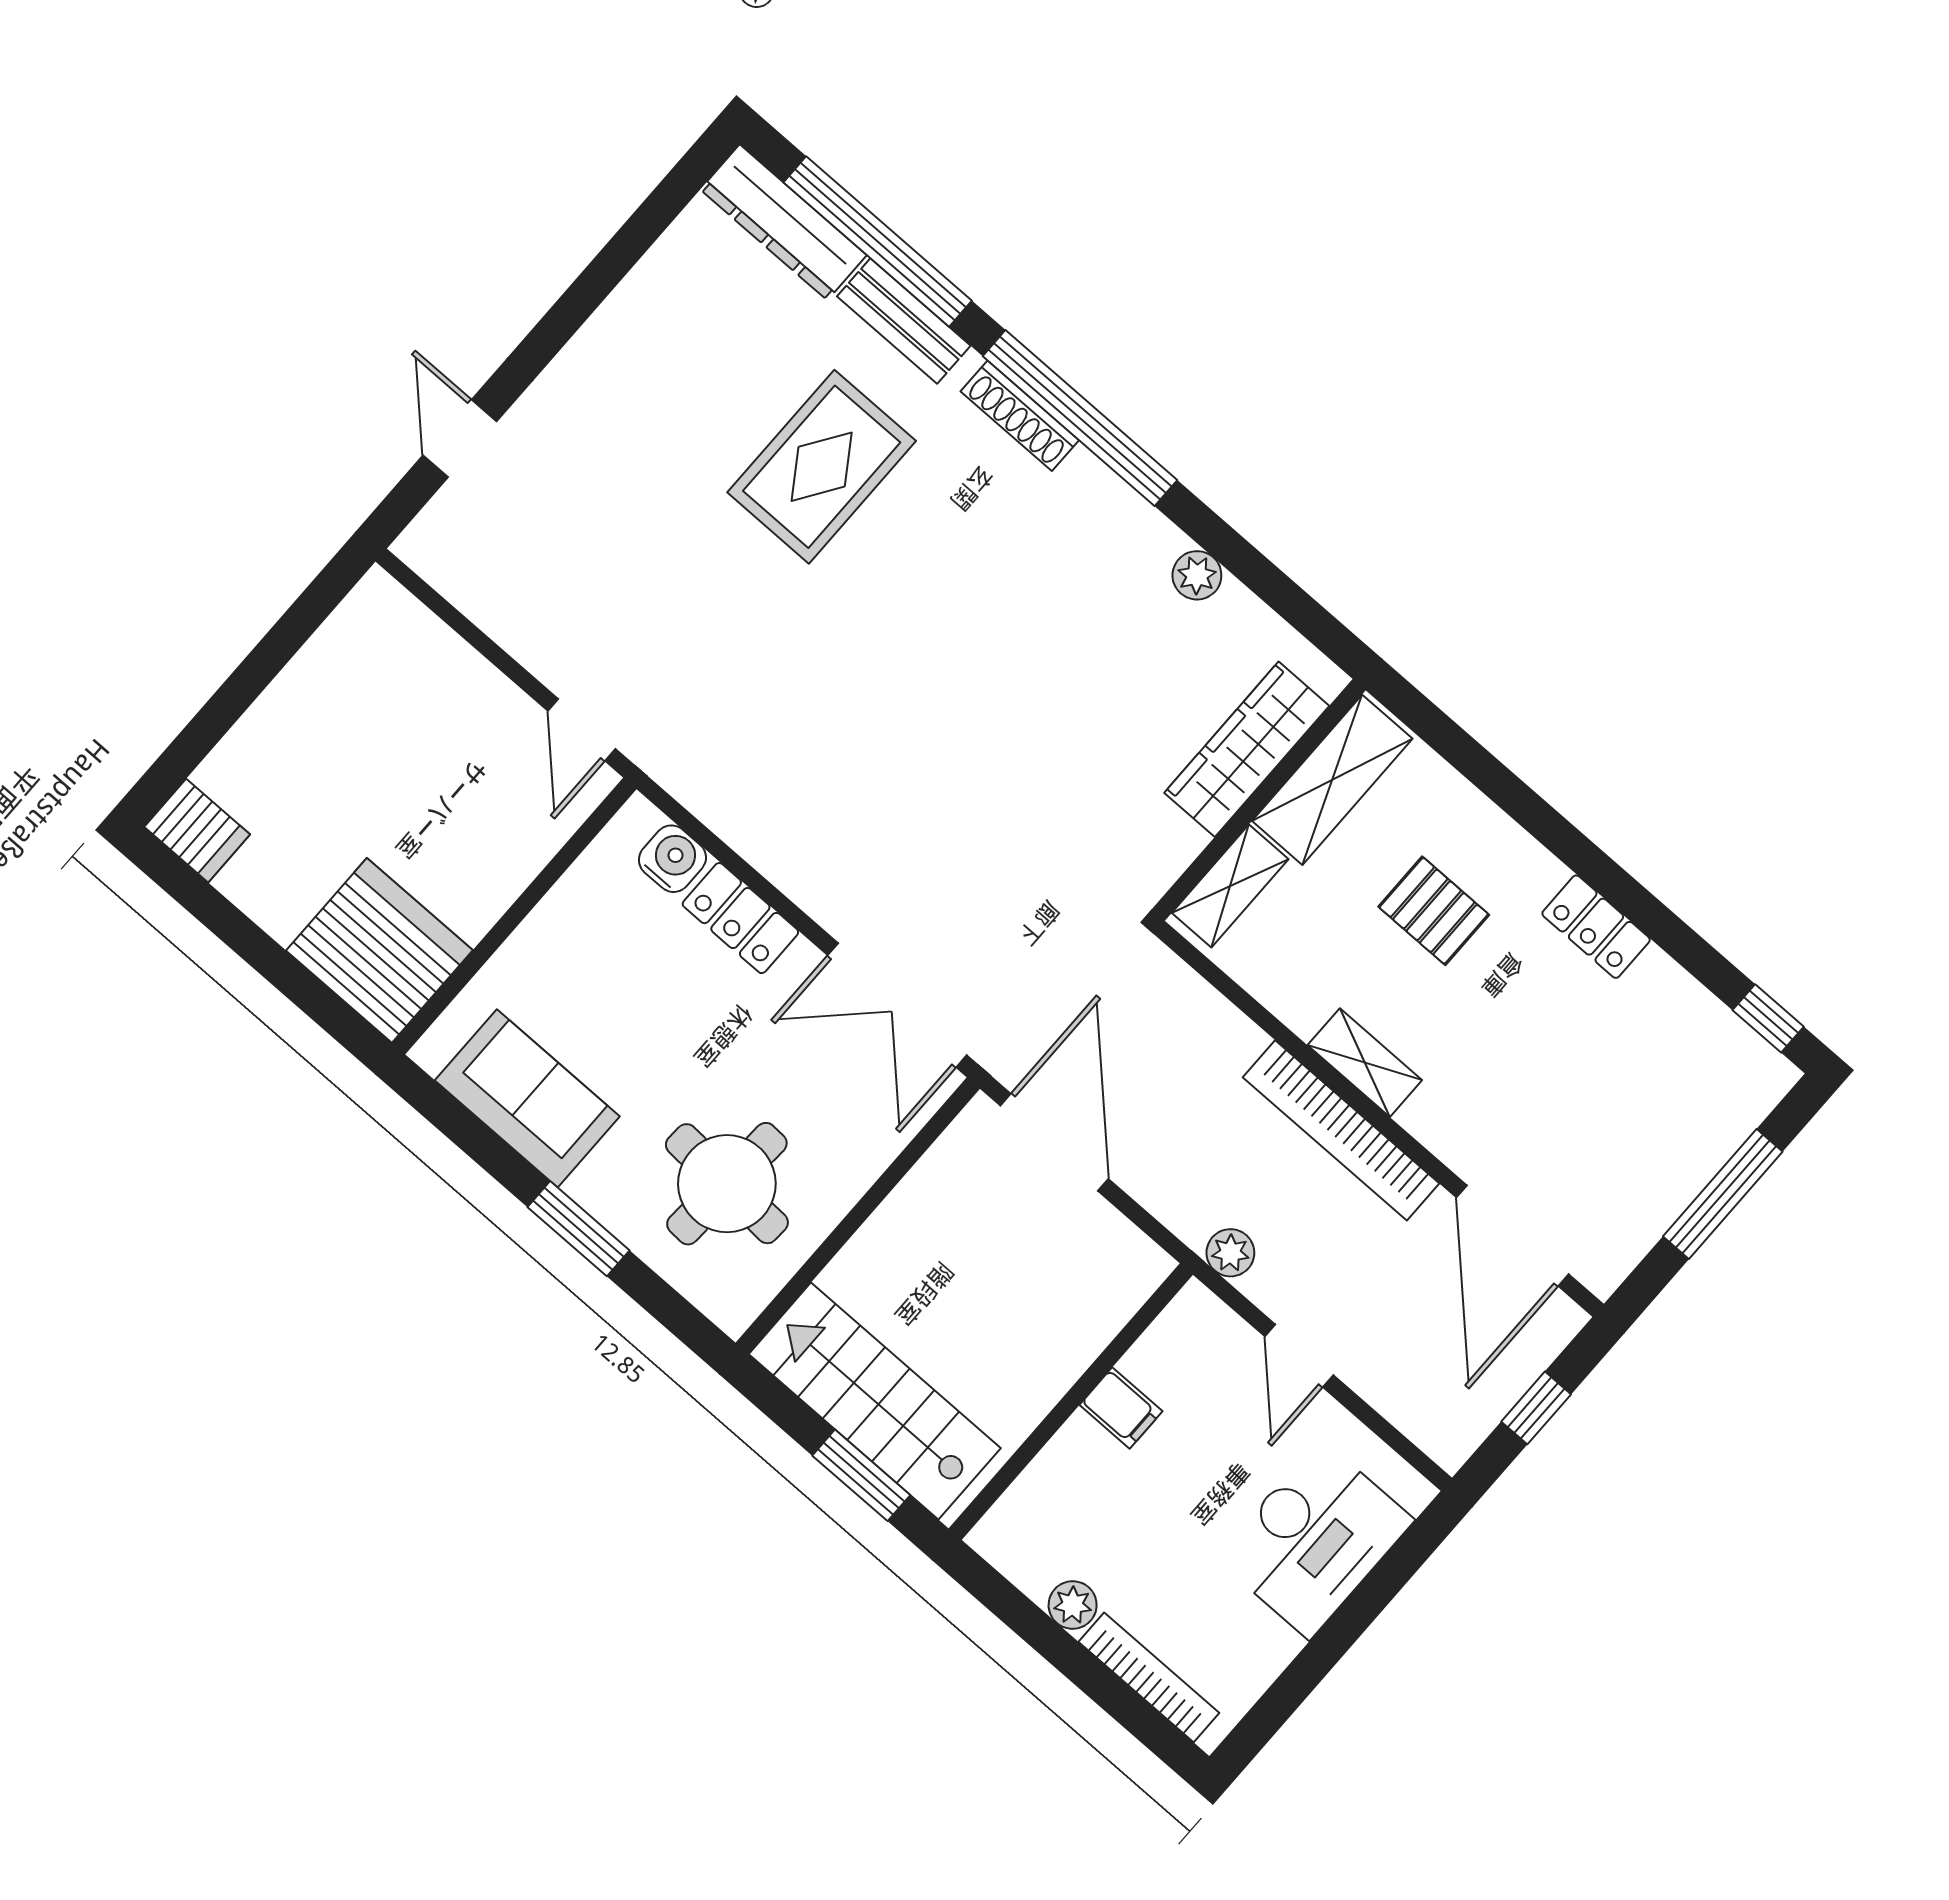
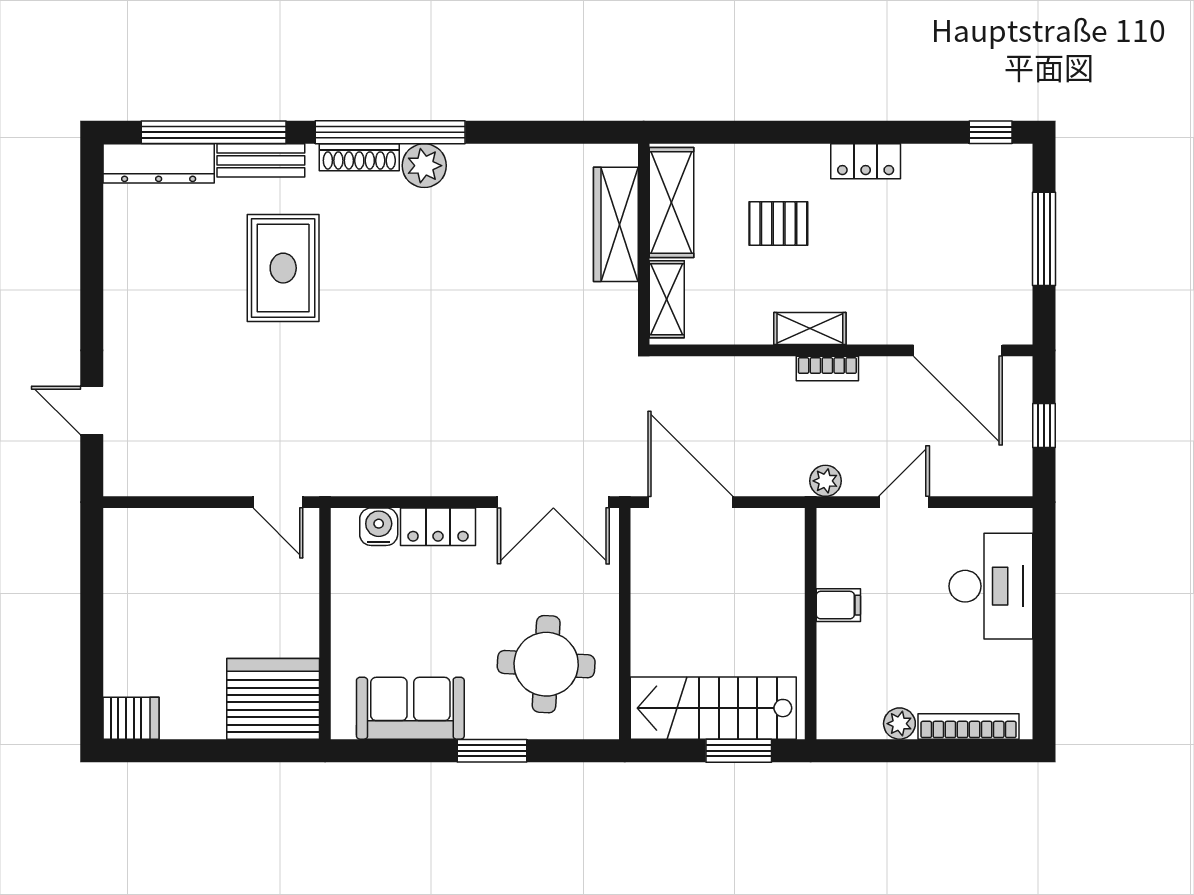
plant: (1197, 575) -> (424, 166), moved, width x1.38, depth x1.38
bookcase: (1341, 1130) -> (827, 368), width x0.43, depth x0.76
door: (1299, 1356) -> (904, 502), swing flipped

